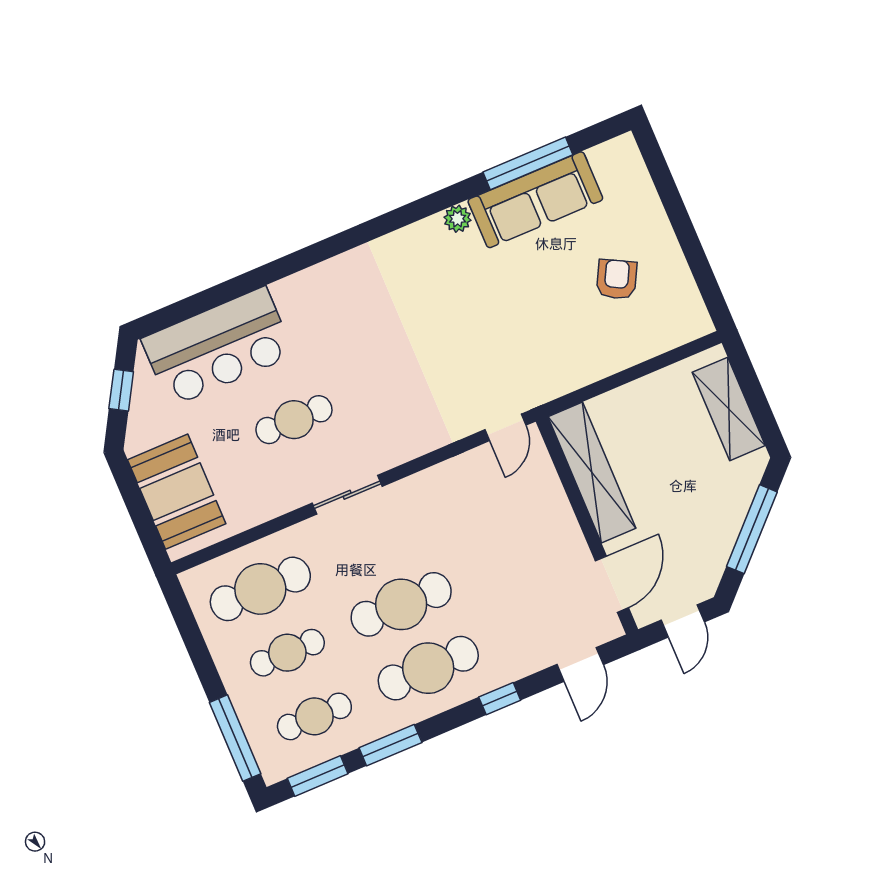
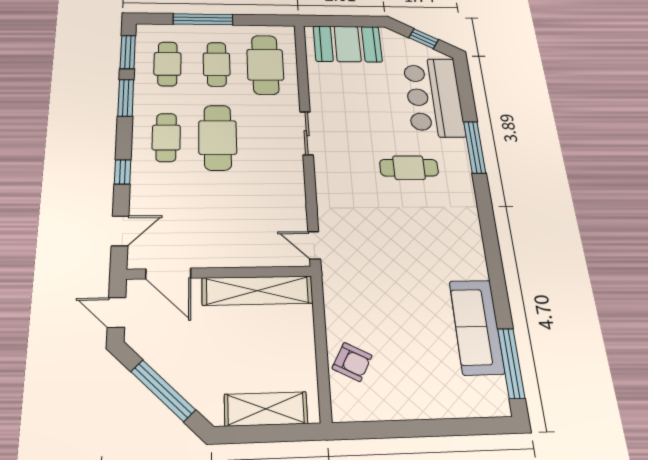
window: (528, 163) -> (511, 363), moved
plant: (458, 219) -> (478, 269), removed
window: (277, 270) -> (475, 147), added
armchair: (617, 279) -> (352, 362), moved
cafe table: (294, 420) -> (409, 168), moved, turned 90
door: (580, 665) -> (120, 231), swing flipped
cafe table: (428, 668) -> (166, 137), width x0.73, depth x0.74
window: (235, 738) -> (203, 19), moved

